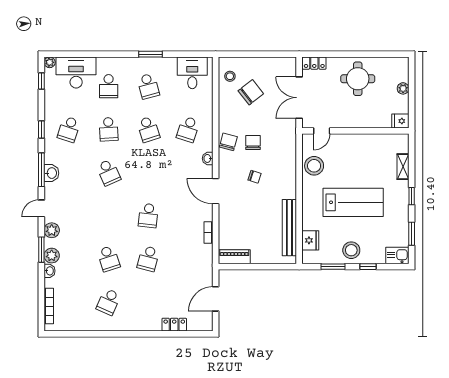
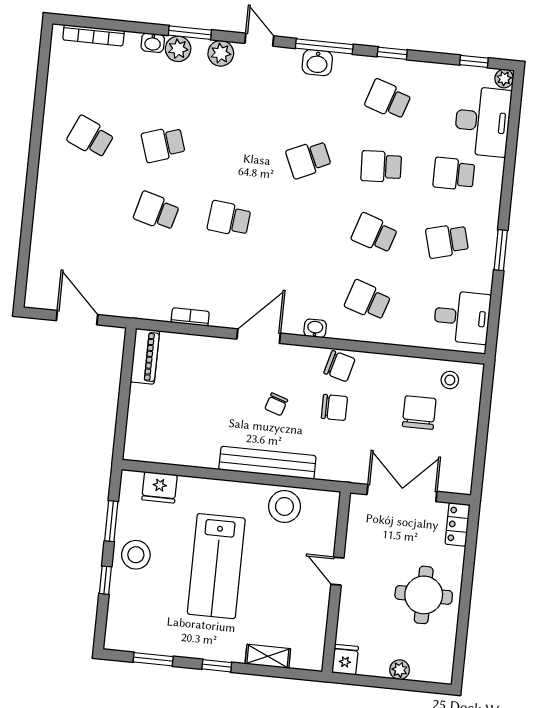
chair: (251, 92) -> (419, 413), turned -142
school desk: (148, 129) -> (374, 233), turned 36
door: (322, 131) -> (337, 571), moved
bench: (289, 228) -> (267, 463), moved
kitchen sink: (397, 256) -> (119, 632), removed
locker: (174, 325) -> (41, 244), removed

